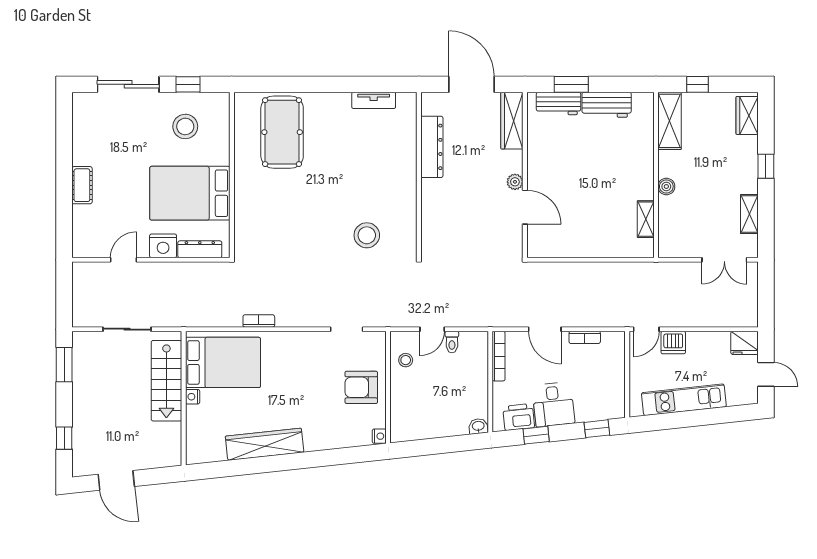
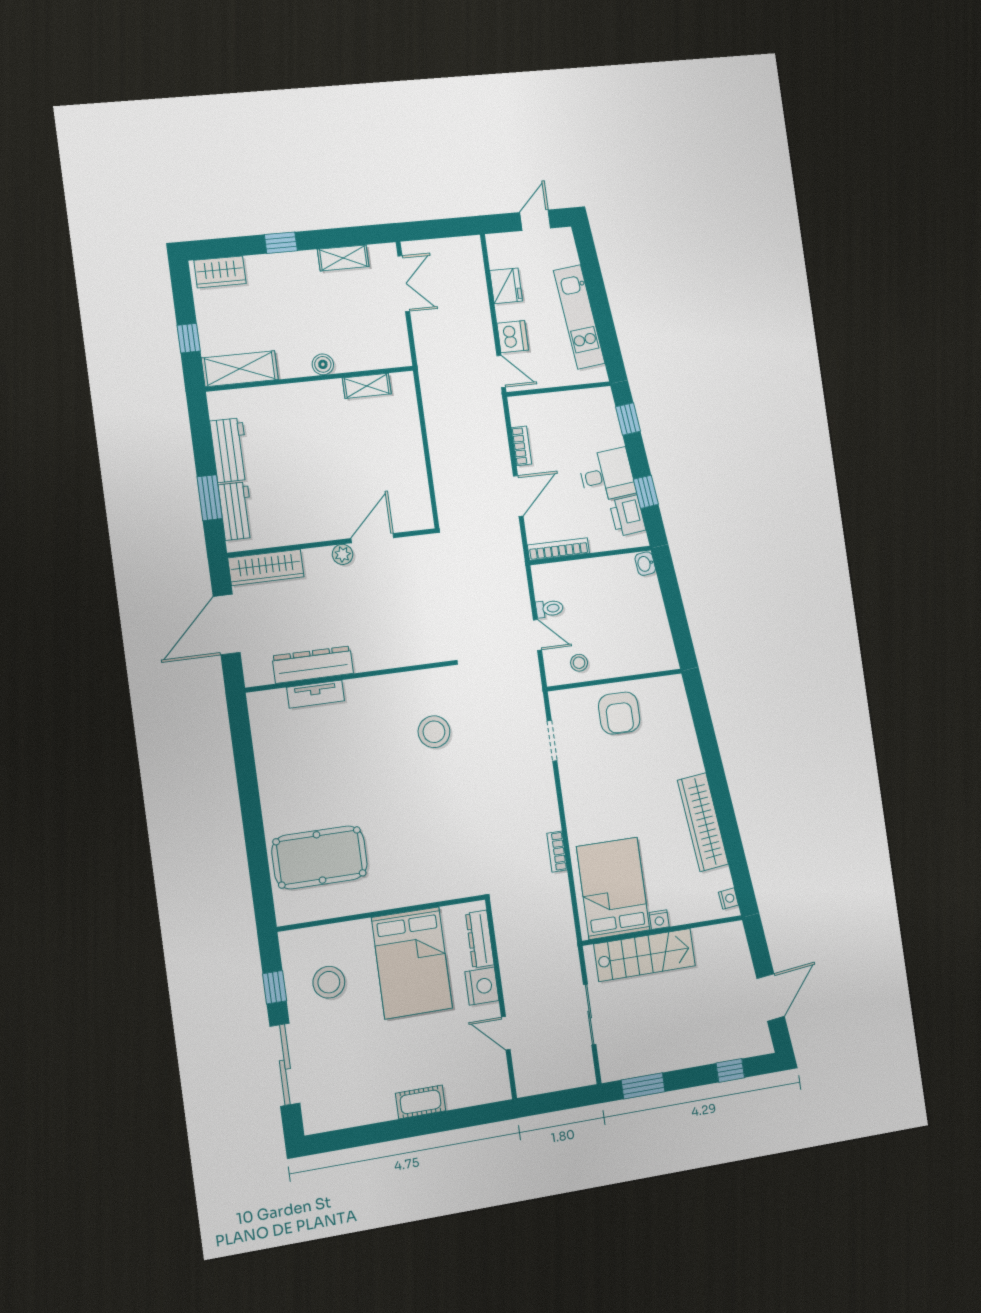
tv unit: (374, 100) -> (316, 694), moved, turned 90
fridge: (745, 343) -> (506, 286), moved
nightstand: (379, 436) -> (728, 899), moved, turned 84

